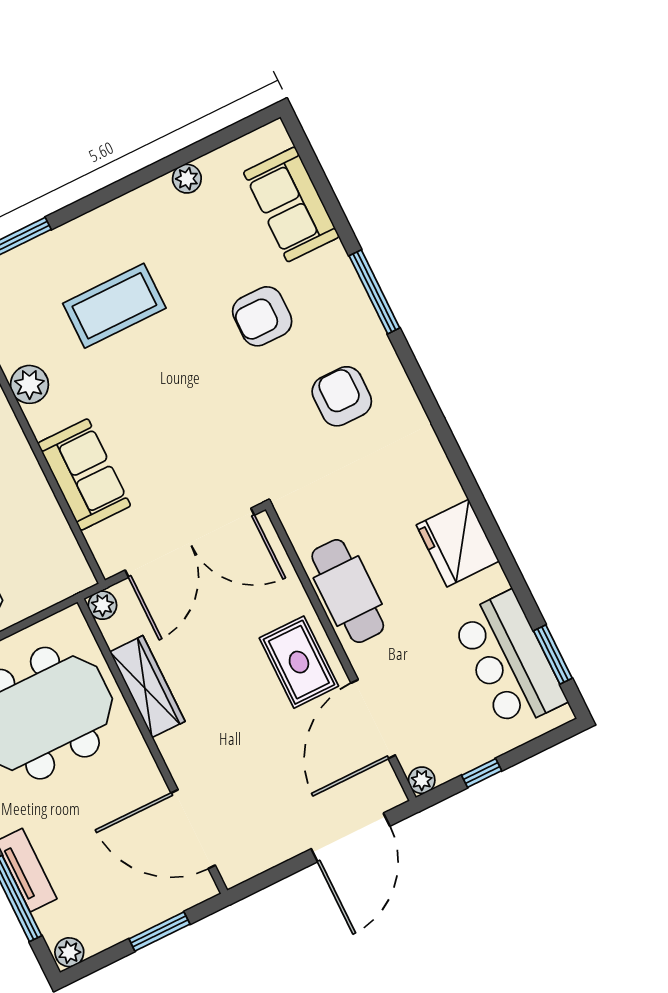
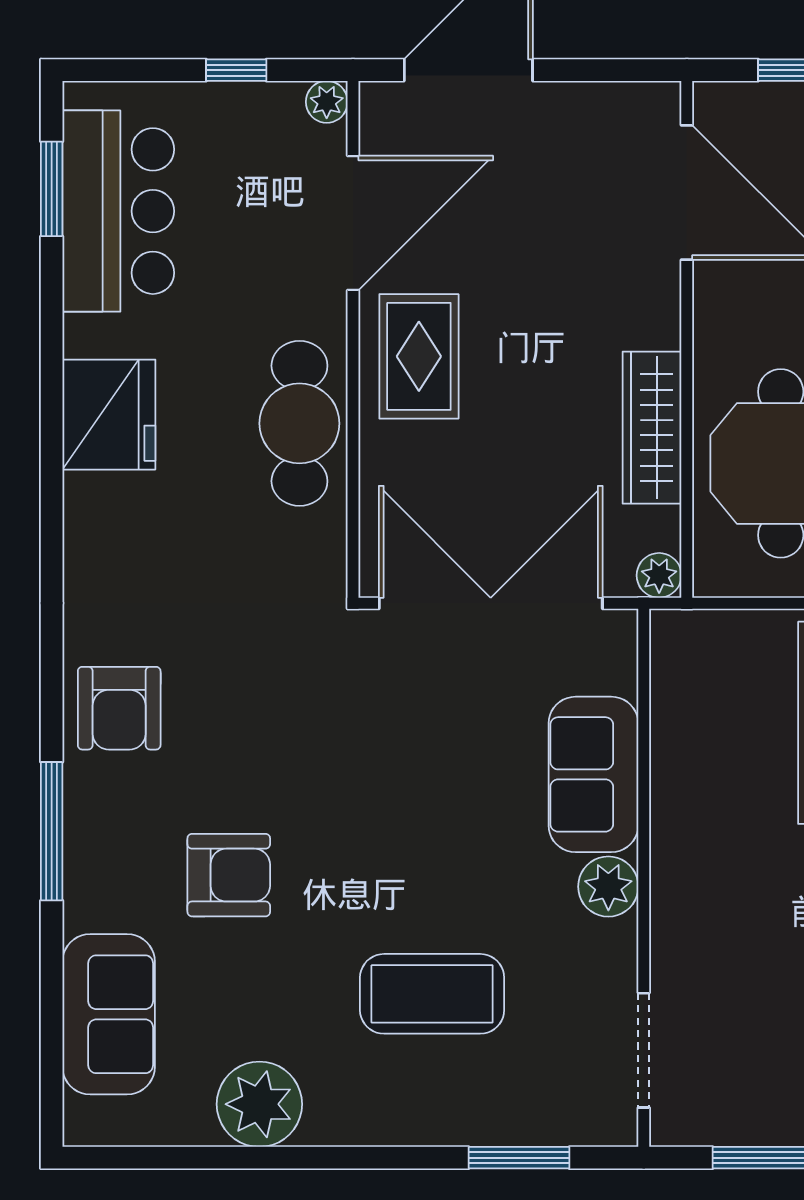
plant: (187, 179) -> (259, 1104), width x1.87, depth x1.87
plant: (29, 384) -> (608, 887), moved
armchair: (342, 396) -> (119, 708), moved

